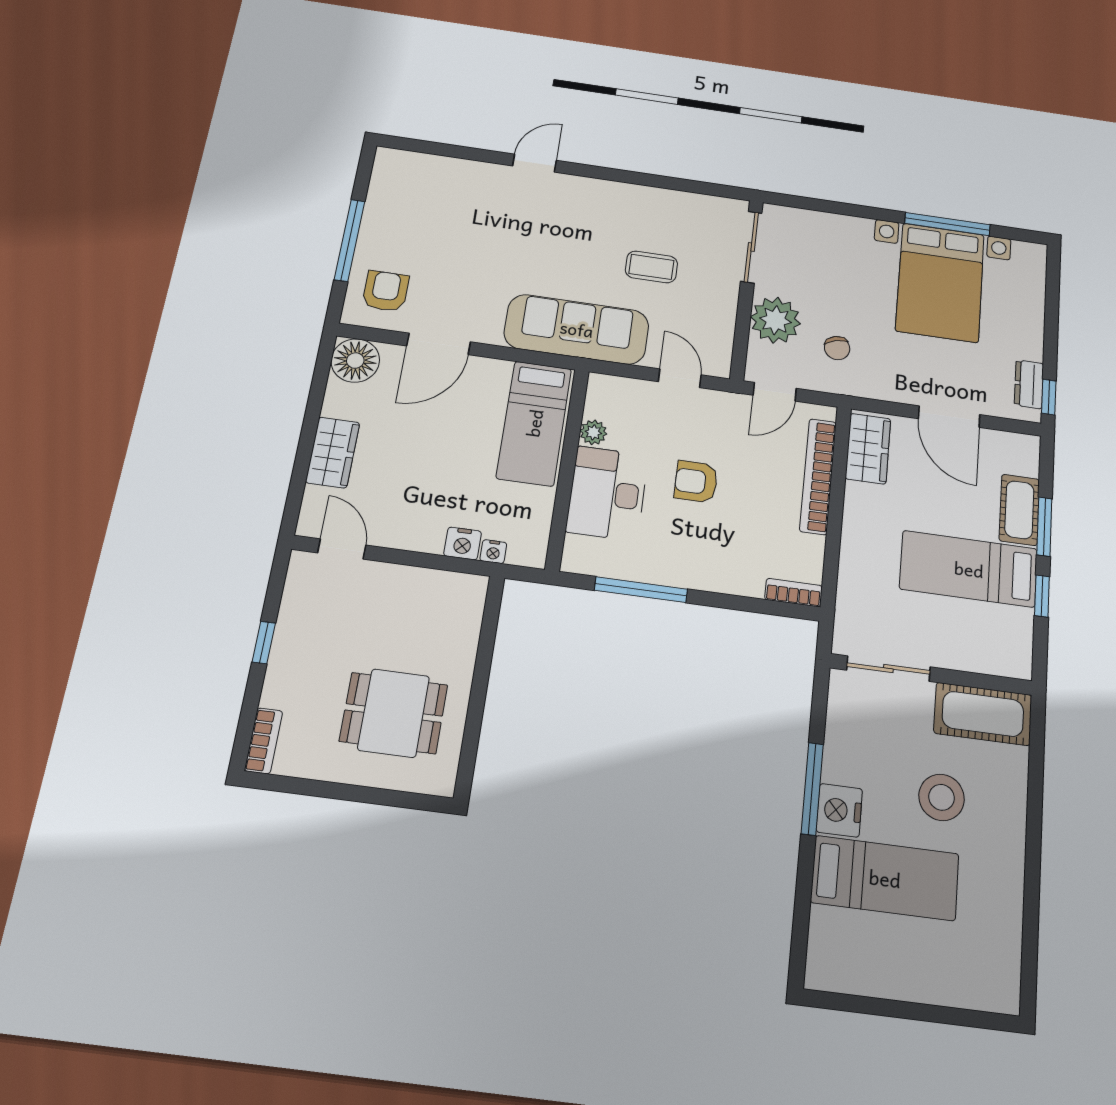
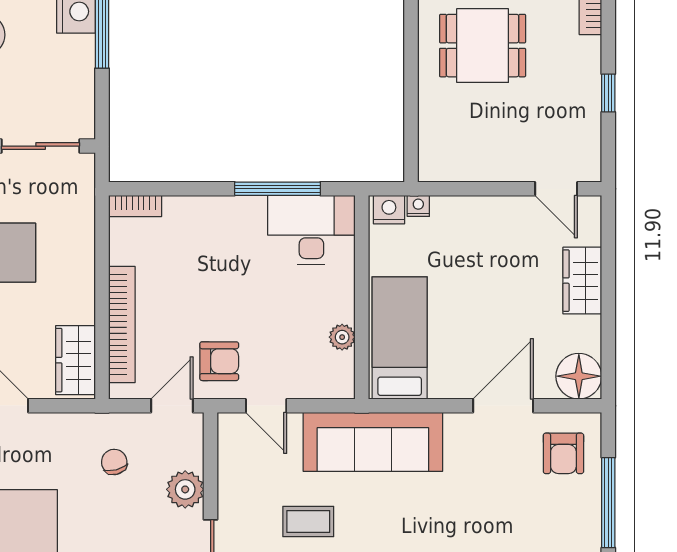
plant: (775, 320) -> (185, 489), width x0.73, depth x0.73
armchair: (696, 482) -> (219, 361), moved
desk: (607, 493) -> (311, 230), moved, turned -90
nightstand: (463, 543) -> (389, 210), moved

